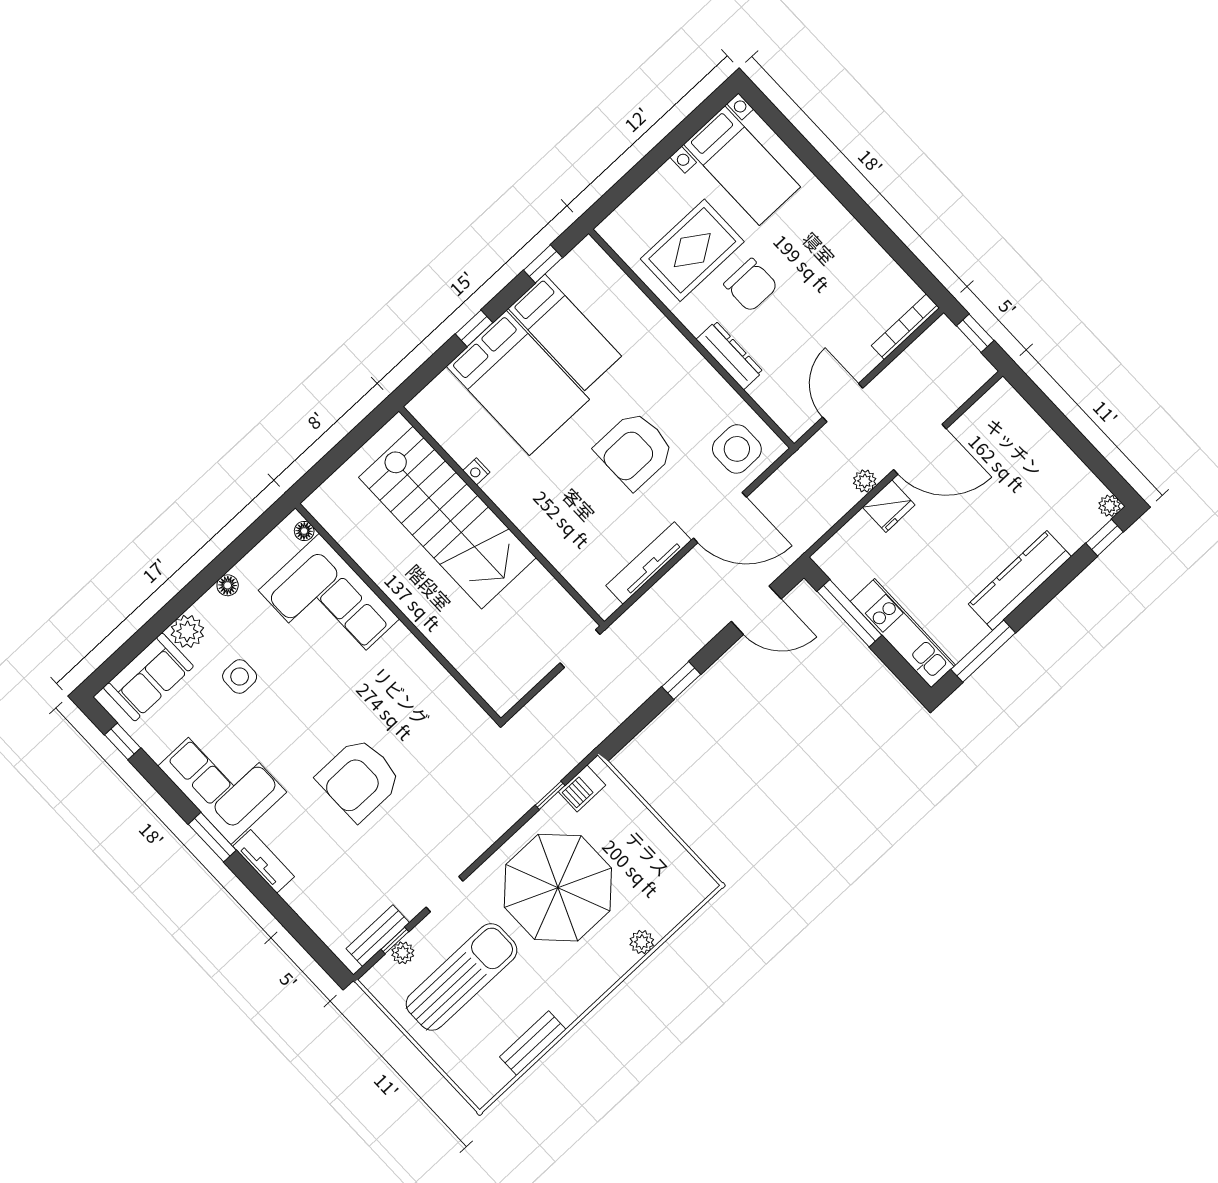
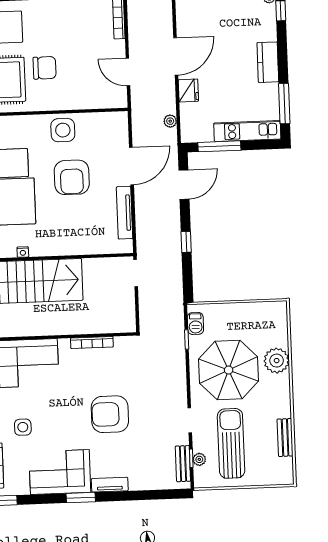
dresser: (730, 355) -> (66, 103), removed
side table: (737, 449) -> (63, 130), moved
plant: (865, 481) -> (170, 121), moved
kitchen counter: (1020, 580) -> (268, 62), width x0.67
bookcase: (435, 671) -> (92, 343), added
armchair: (359, 779) -> (110, 414), turned 90
plant: (642, 942) -> (277, 361), width x1.87, depth x1.87

